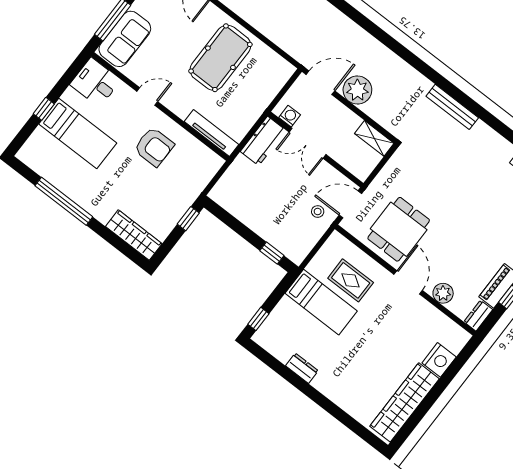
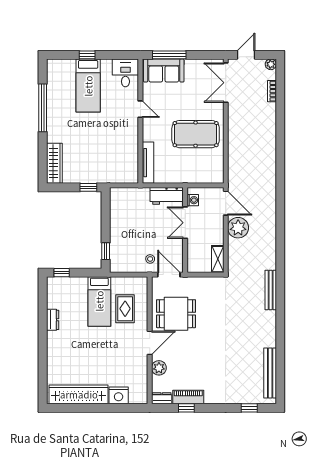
armchair: (154, 147) -> (114, 136), removed

